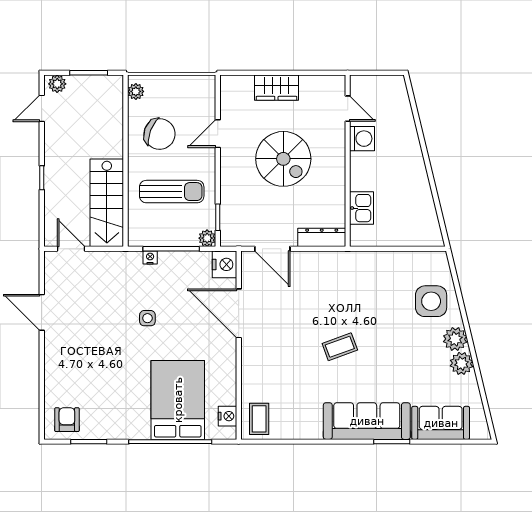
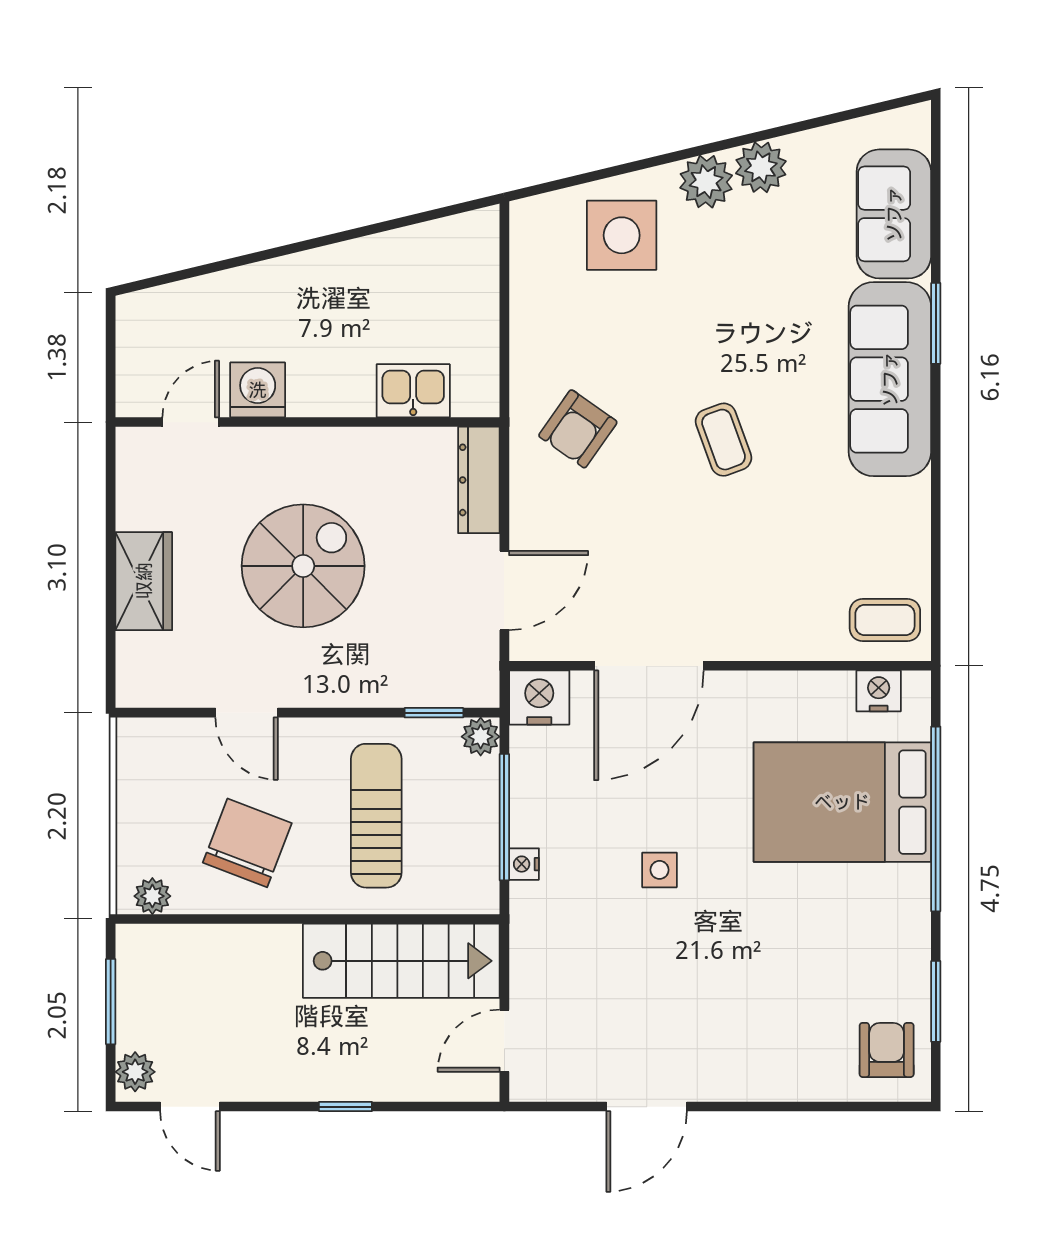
armchair: (345, 282) -> (578, 429), added
armchair: (67, 420) -> (887, 1050), turned 90

